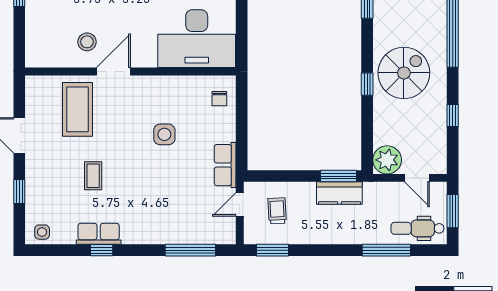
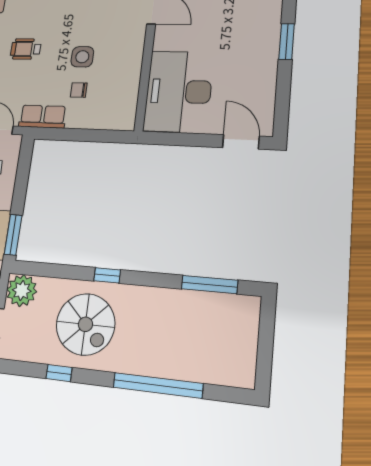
spiral stairs: (404, 73) -> (85, 324), moved
chair: (219, 99) -> (79, 90), moved
wheelchair: (157, 193) -> (26, 49), added

